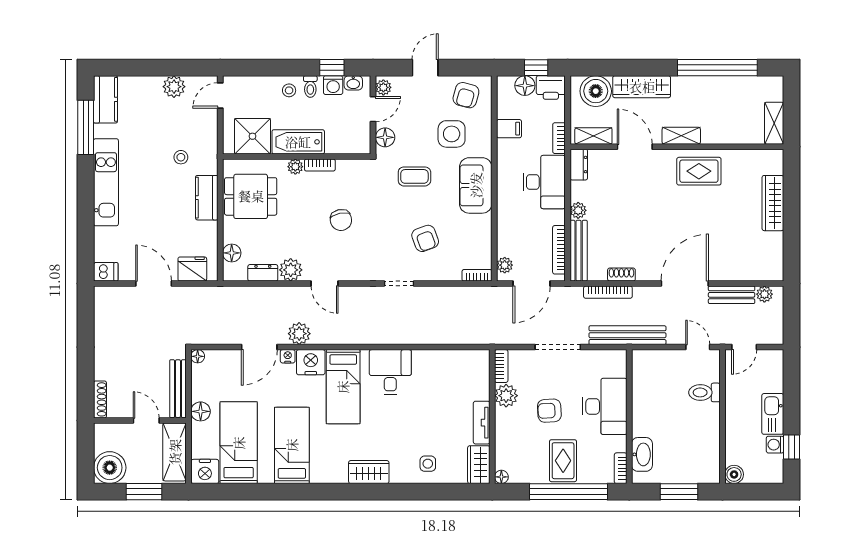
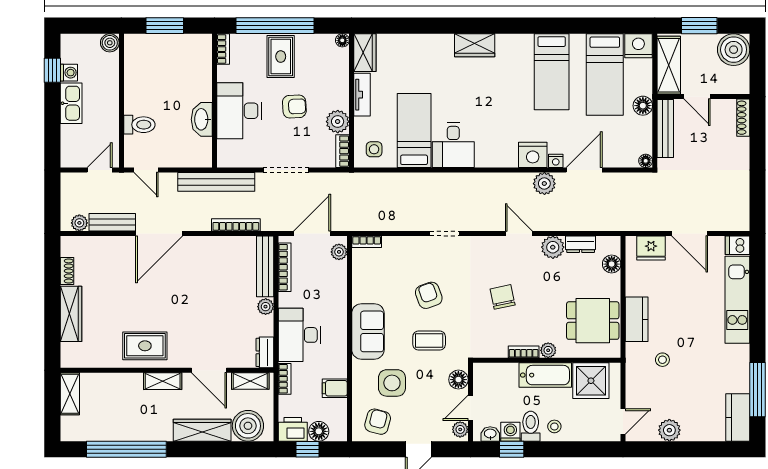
toilet: (310, 86) -> (531, 426), width x1.37, depth x1.39
kitchen unit: (106, 182) -> (737, 300), moved
armchair: (425, 238) -> (429, 295), moved
shoe rack: (621, 275) -> (67, 271), moved, turned -90
bed: (343, 387) -> (414, 131), moved
washbasin: (642, 454) -> (202, 119), moved
side table: (428, 464) -> (374, 149), moved

